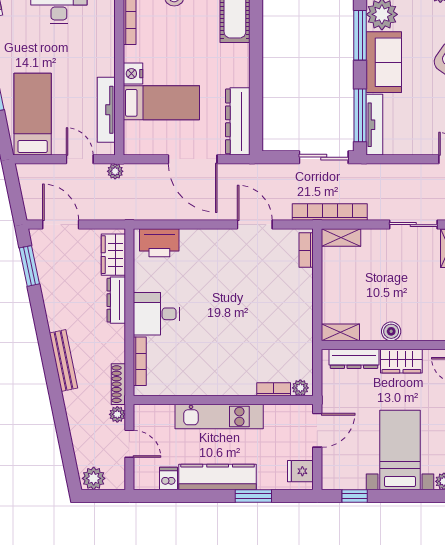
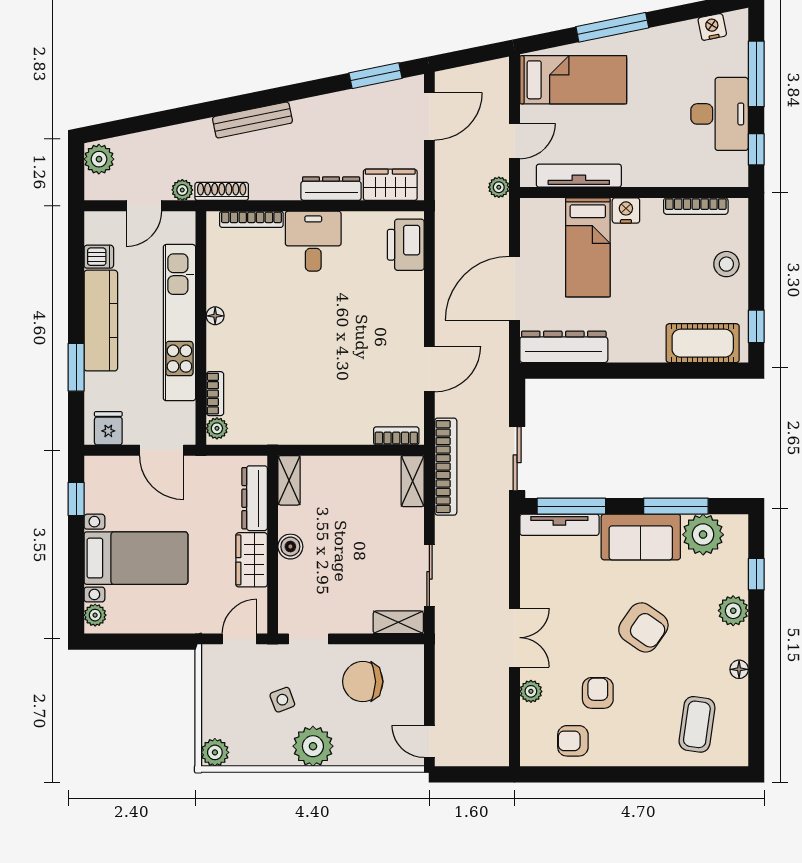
floor lamp: (214, 389) -> (215, 316), added
kitchen unit: (219, 417) -> (179, 323), width x1.36

